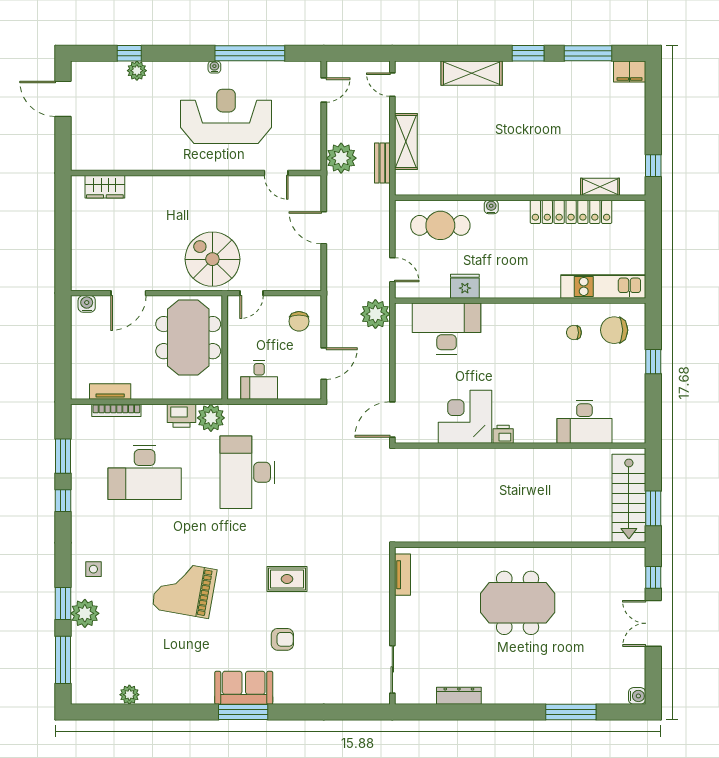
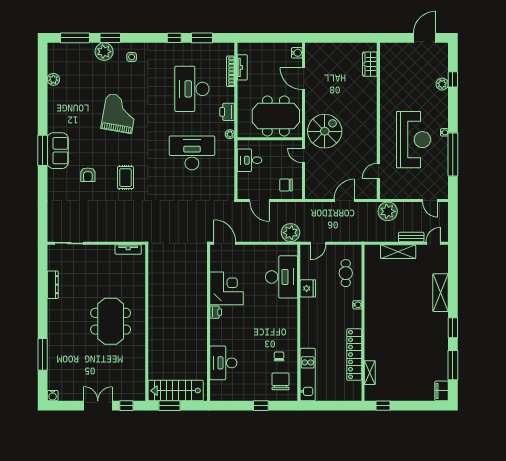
bench: (382, 163) -> (411, 237), moved
cafe table: (440, 225) -> (346, 273), width x0.73, depth x0.74
plant: (211, 418) -> (230, 134), width x0.53, depth x0.53

